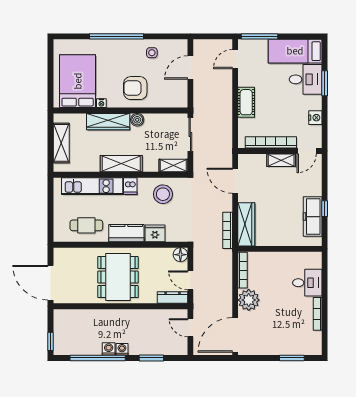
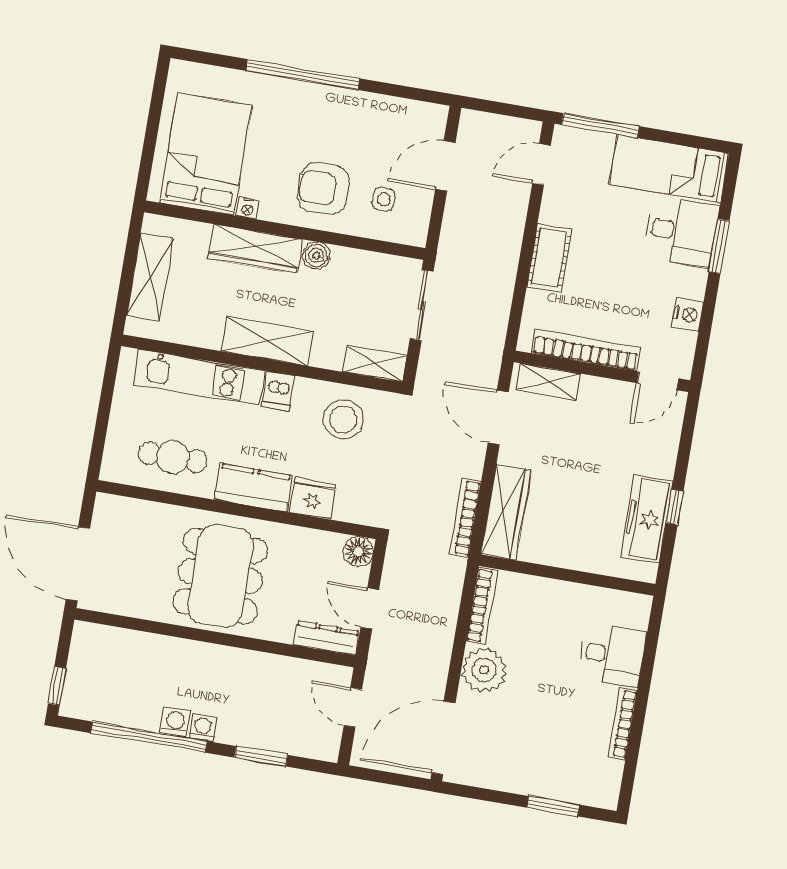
side table: (152, 53) -> (384, 199), moved
shelving: (281, 160) -> (549, 382), moved

